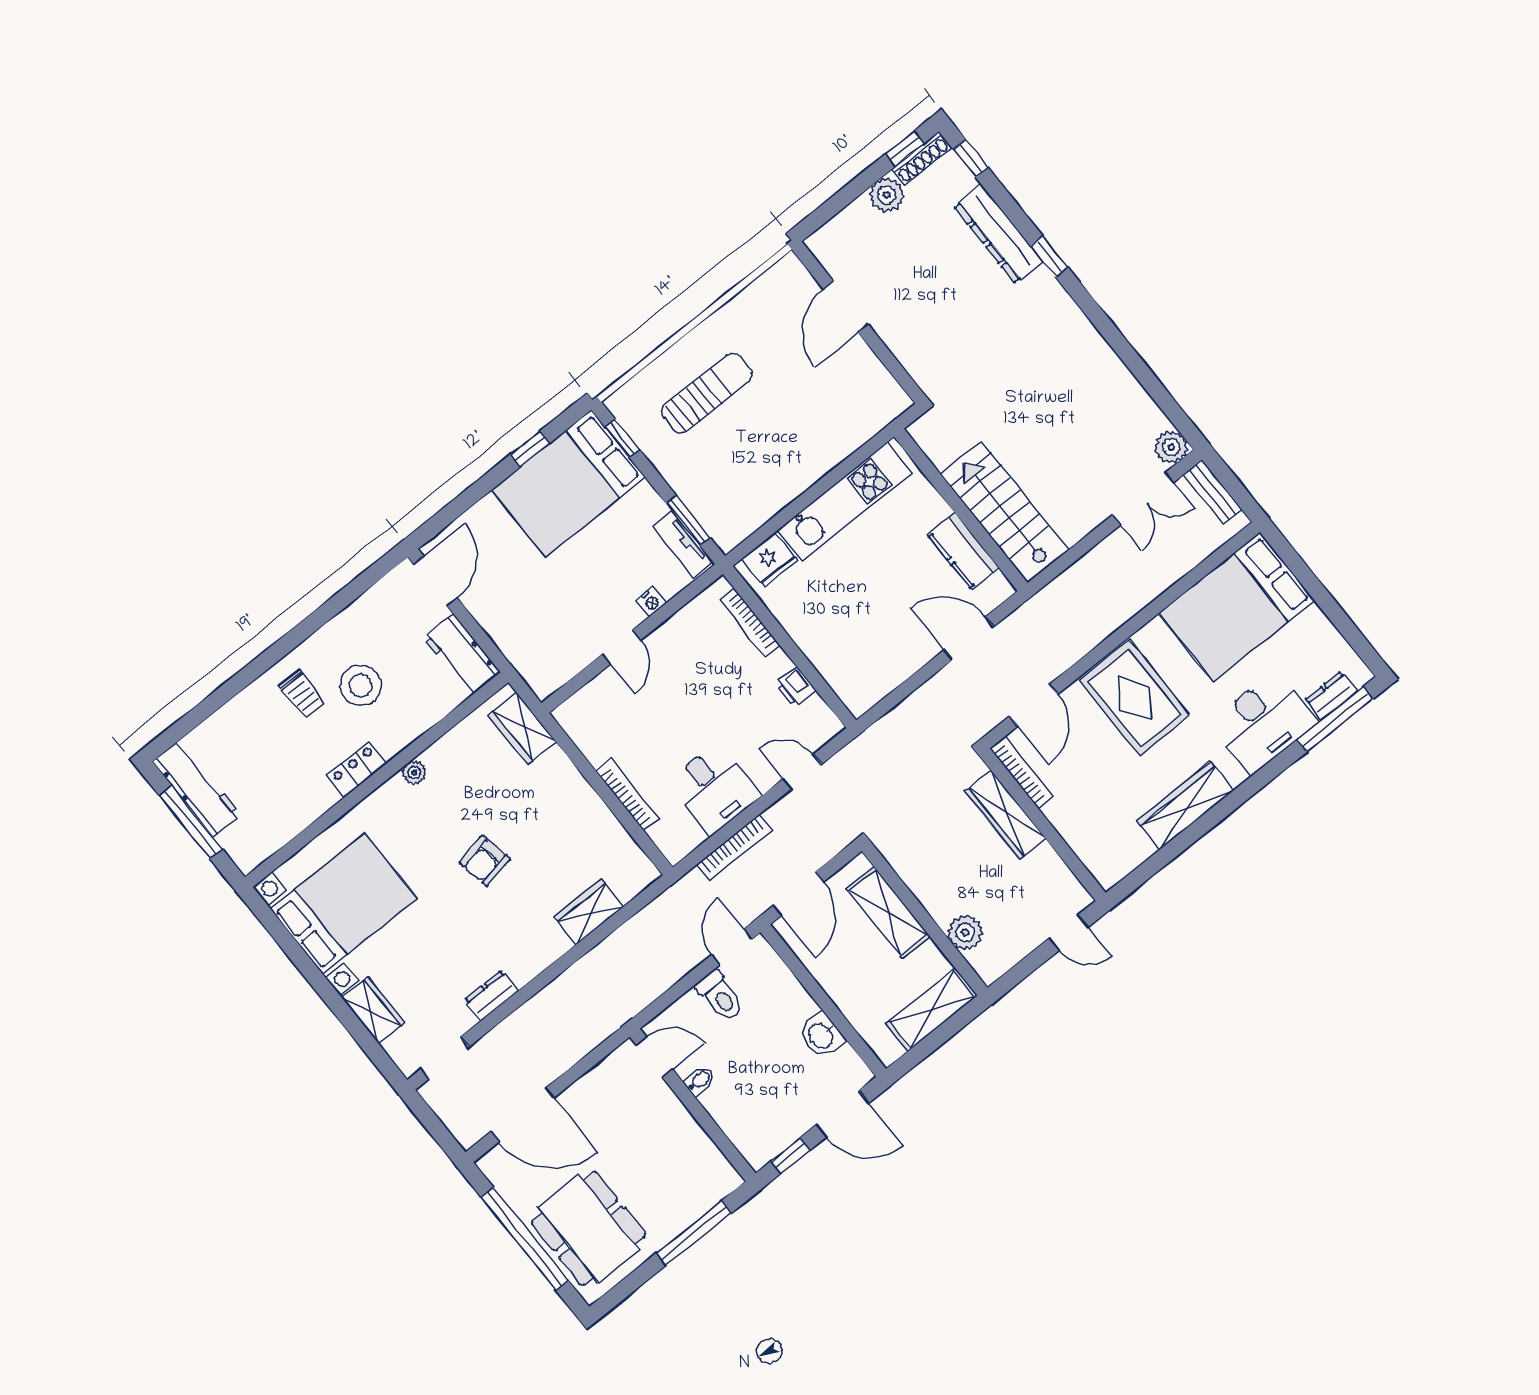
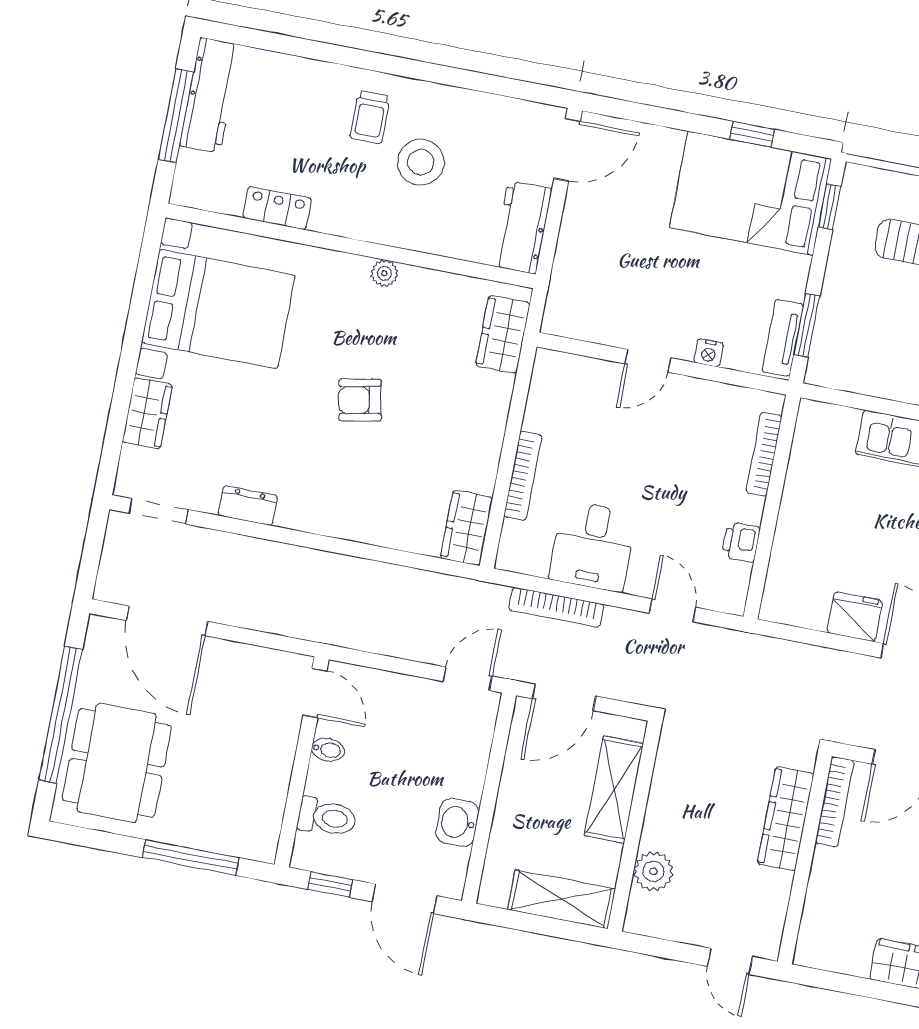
fridge: (770, 560) -> (855, 617), moved, turned 180
locker: (357, 769) -> (277, 208), moved
wardrobe: (589, 912) -> (466, 528), moved, turned -90
toilet: (720, 996) -> (327, 817), moved, turned -90

